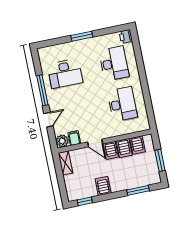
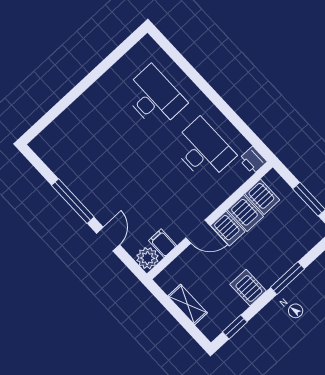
window: (82, 36) -> (82, 86), removed
printer: (126, 36) -> (253, 160), moved
desk: (65, 73) -> (91, 156), removed
shelving: (65, 163) -> (188, 304), moved
window: (138, 190) -> (287, 278), moved

